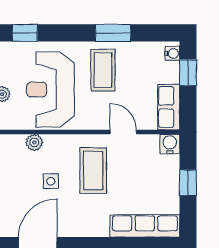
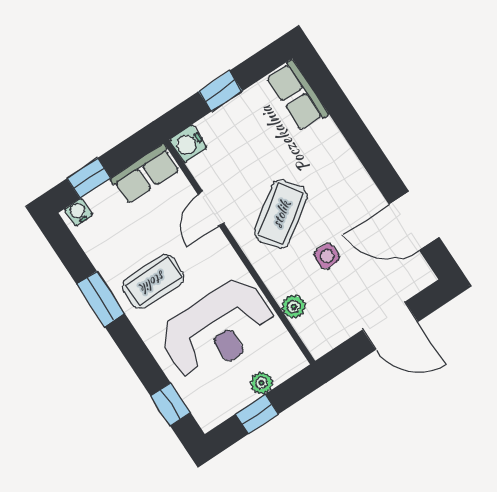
coffee table: (93, 171) -> (281, 214), turned -35
row of seats: (145, 226) -> (297, 95), width x0.68

